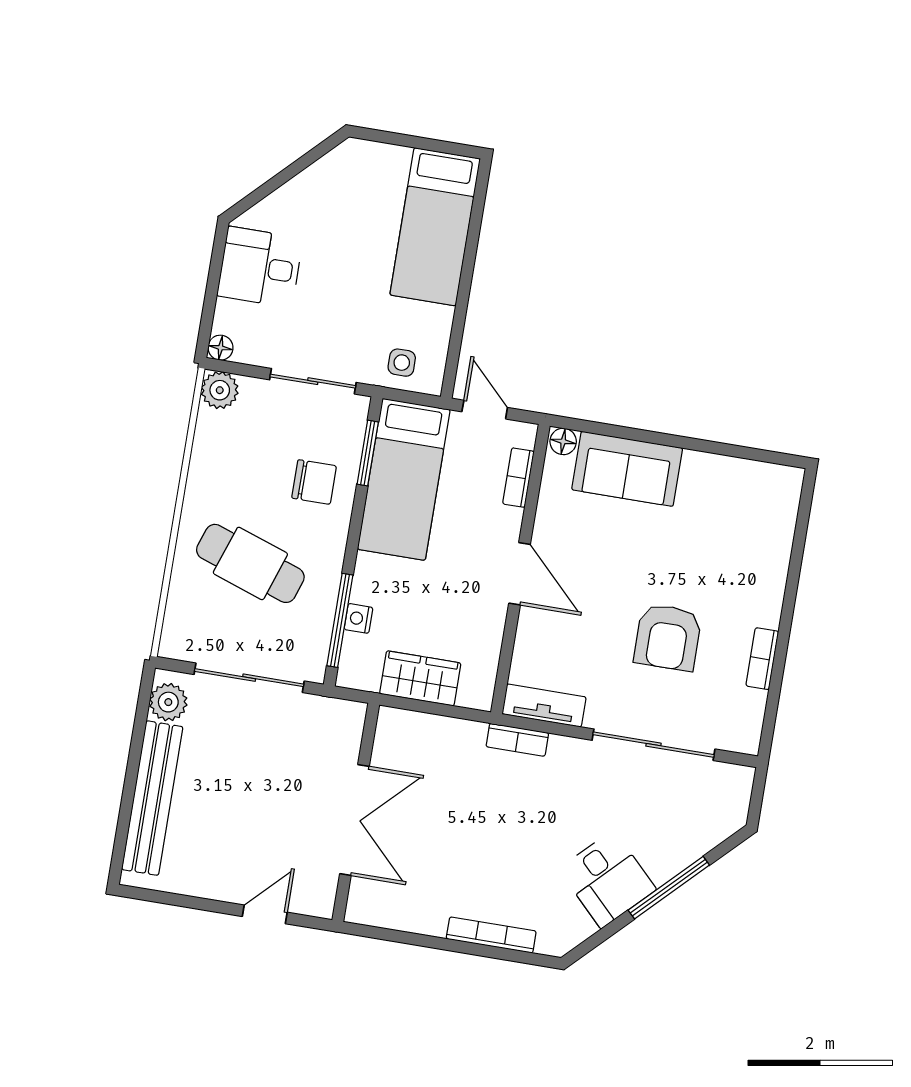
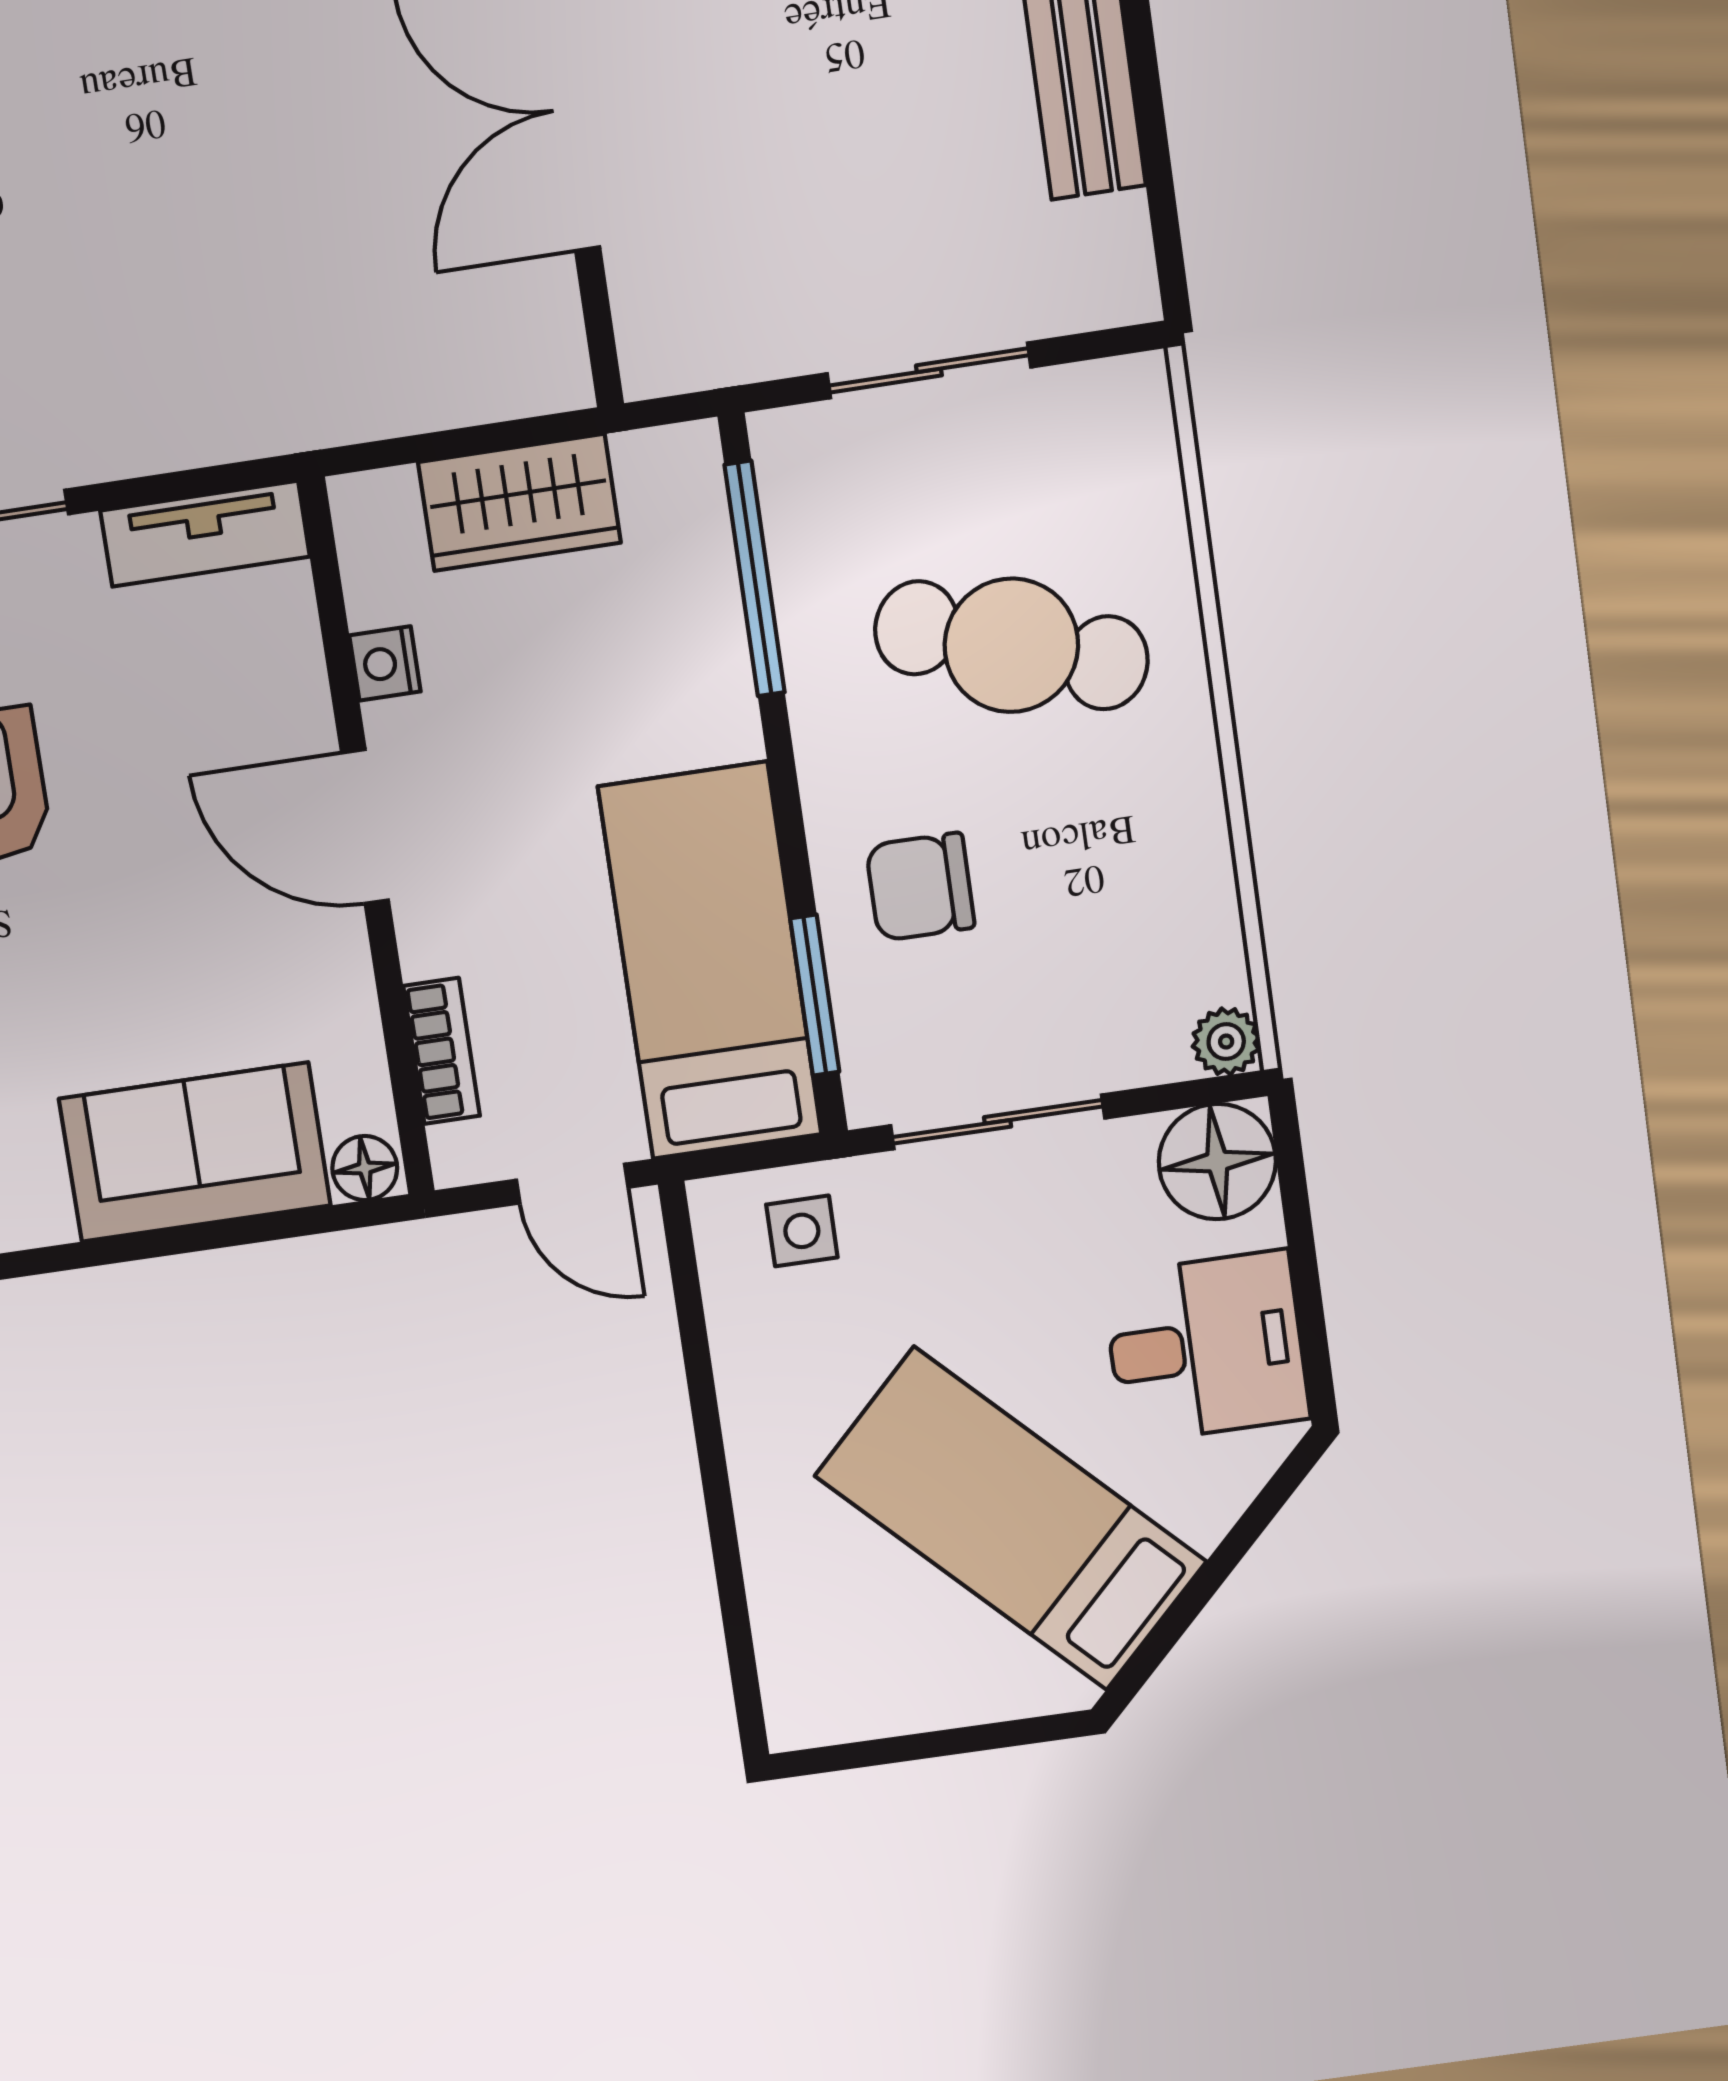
bed: (435, 227) -> (1011, 1519), moved, turned -45
floor lamp: (220, 348) -> (1217, 1162), width x1.89, depth x1.89
plant: (220, 390) -> (1226, 1042), width x0.73, depth x0.73
nightstand: (358, 618) -> (385, 663), moved, turned 180
sliding door: (249, 678) -> (929, 370), width x0.73
plant: (168, 702) -> (1106, 248), removed
bookcase: (517, 740) -> (241, 431), removed

